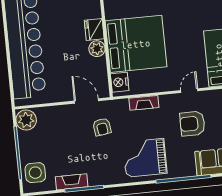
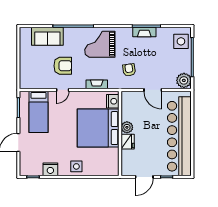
door: (86, 101) -> (153, 90), moved
grand piano: (145, 158) -> (100, 44), turned 180
fireplace: (72, 182) -> (144, 32), moved

